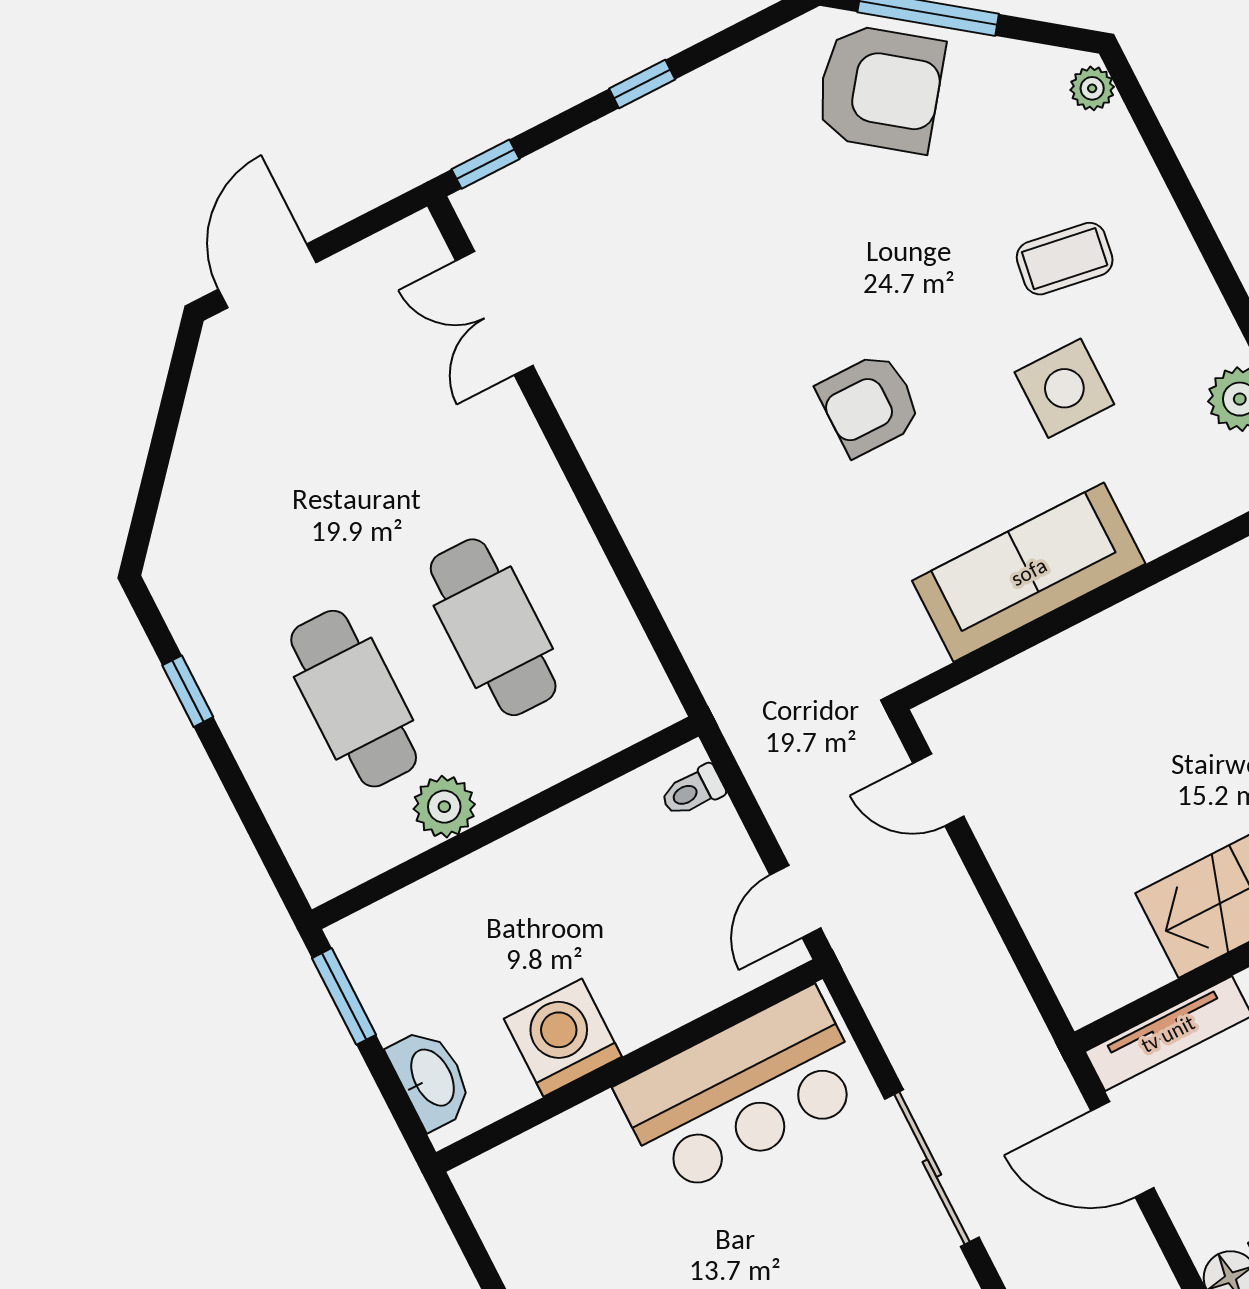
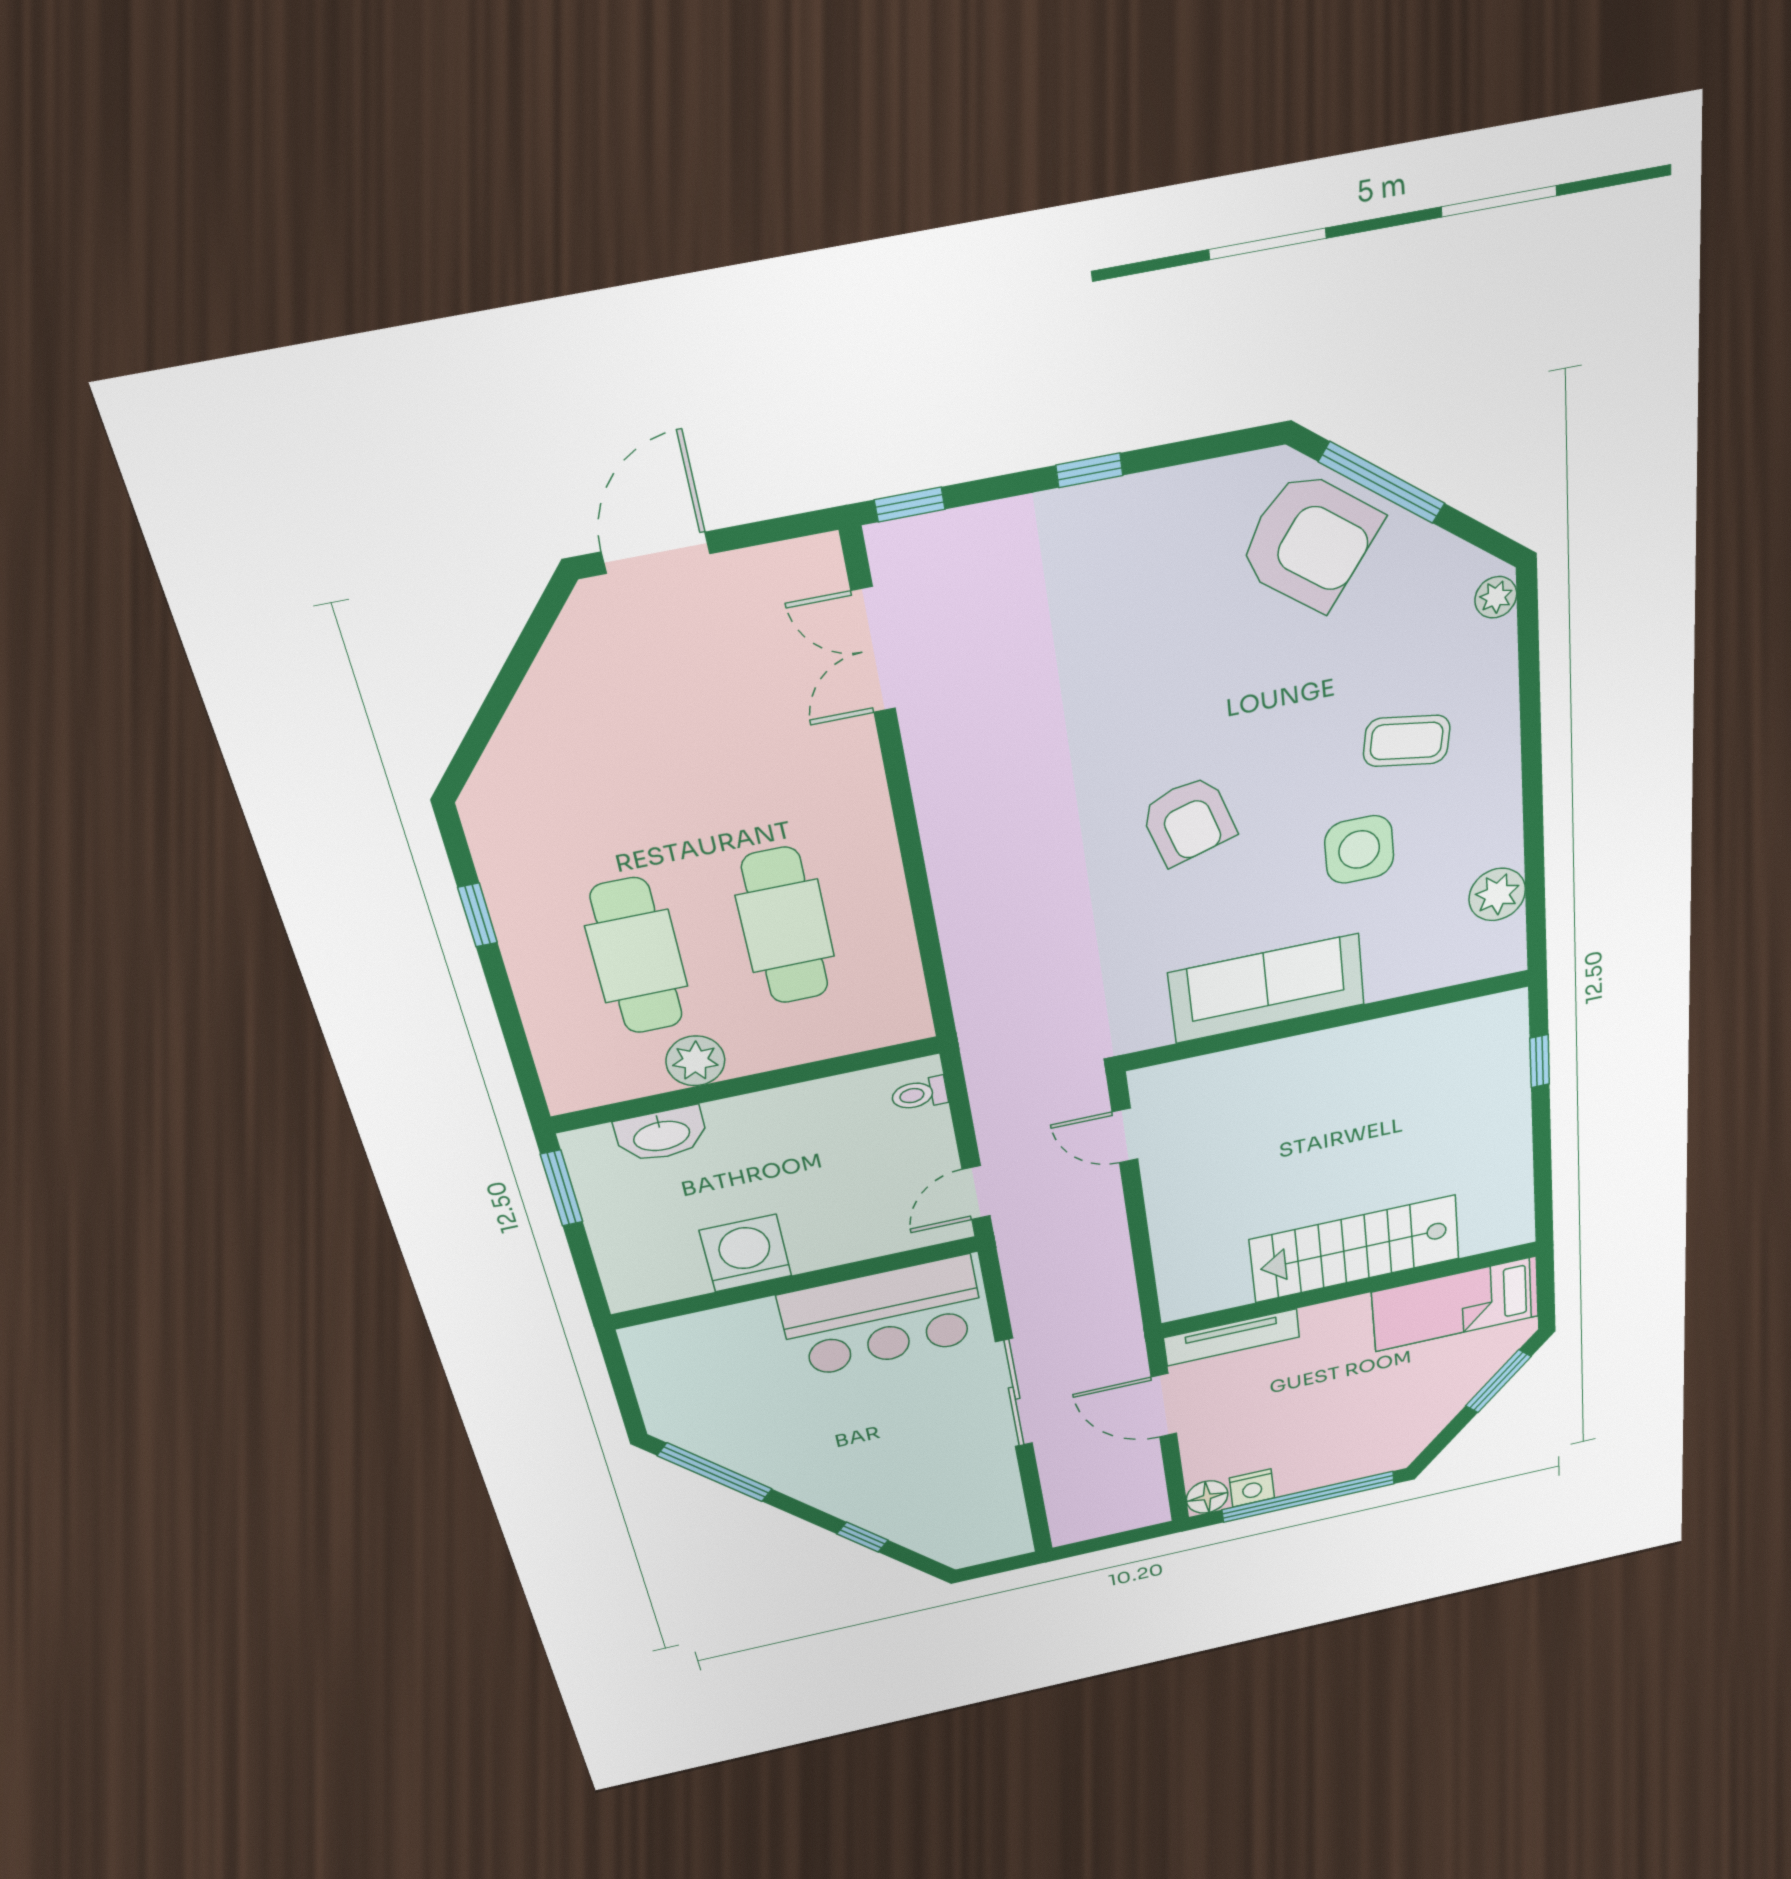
armchair: (869, 404) -> (1188, 821), turned -107
washbasin: (431, 1078) -> (661, 1135), moved, turned 90

